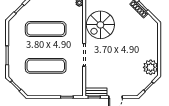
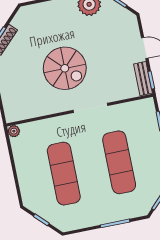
spiral stairs: (100, 25) -> (65, 68), moved

